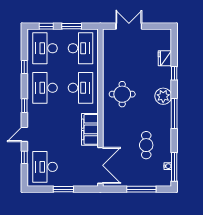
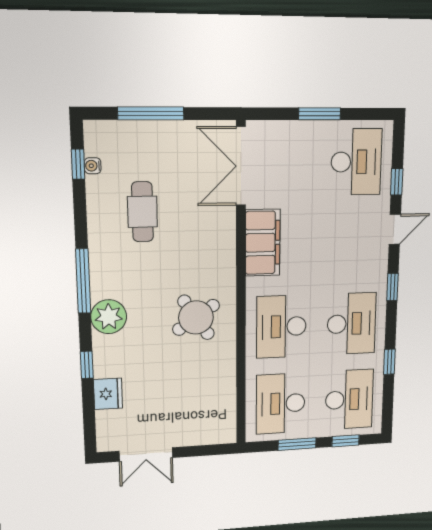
double door: (129, 26) -> (146, 454), moved
round table: (122, 94) -> (196, 317), turned -34
window: (174, 167) -> (78, 164), width x0.46

